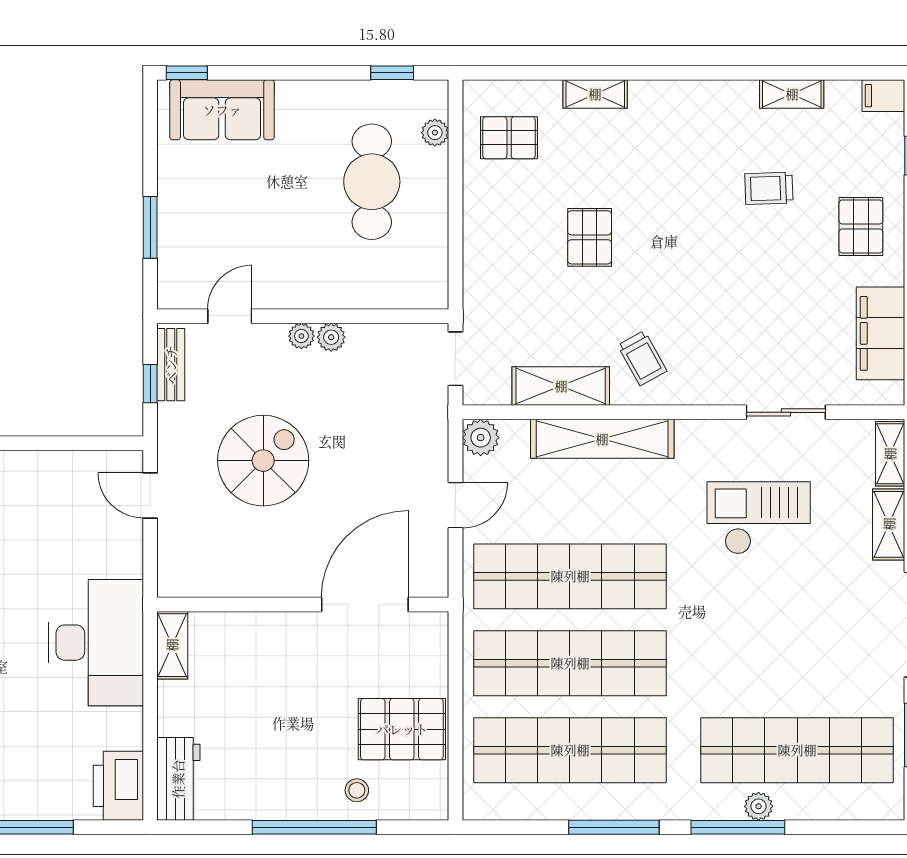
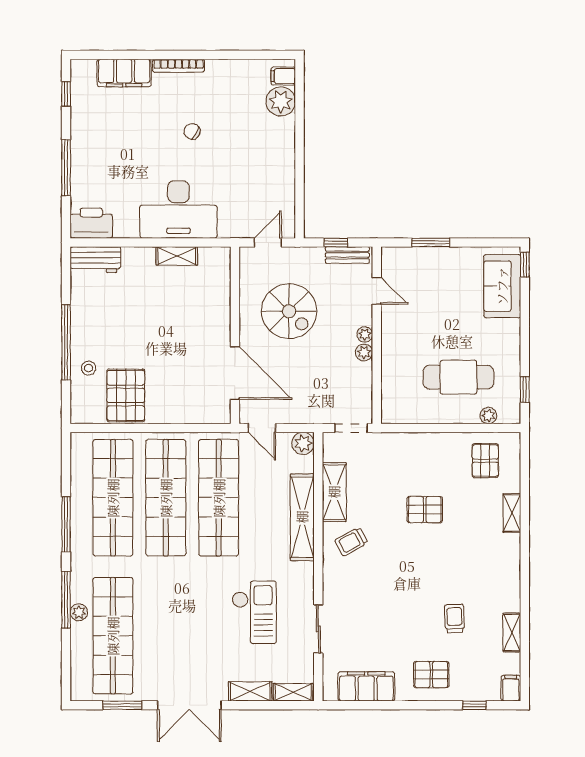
wall: (303, 604) -> (235, 335), moved
door: (365, 604) -> (235, 373), moved

